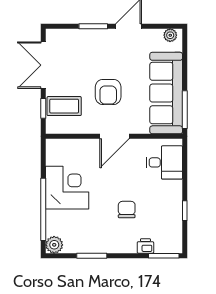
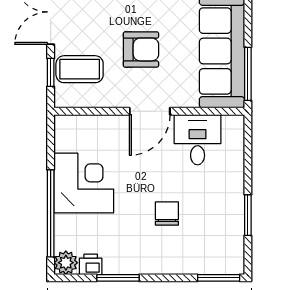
armchair: (108, 92) -> (141, 49), turned -90
desk: (164, 162) -> (198, 140), moved, turned -90
window: (185, 211) -> (248, 215), width x1.50
printer: (145, 246) -> (91, 264), moved

